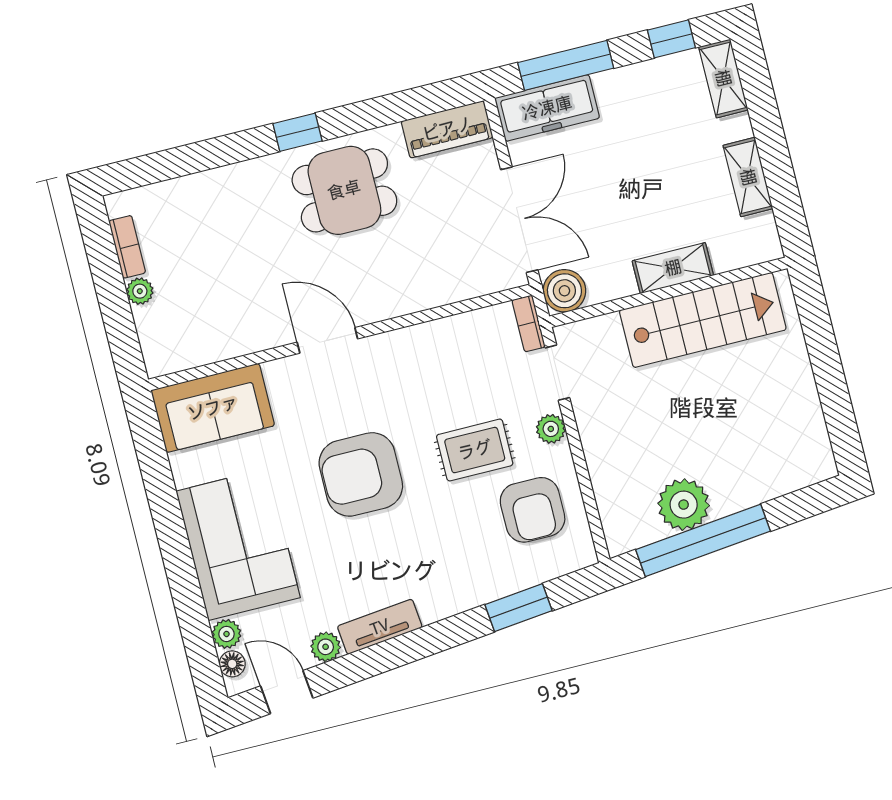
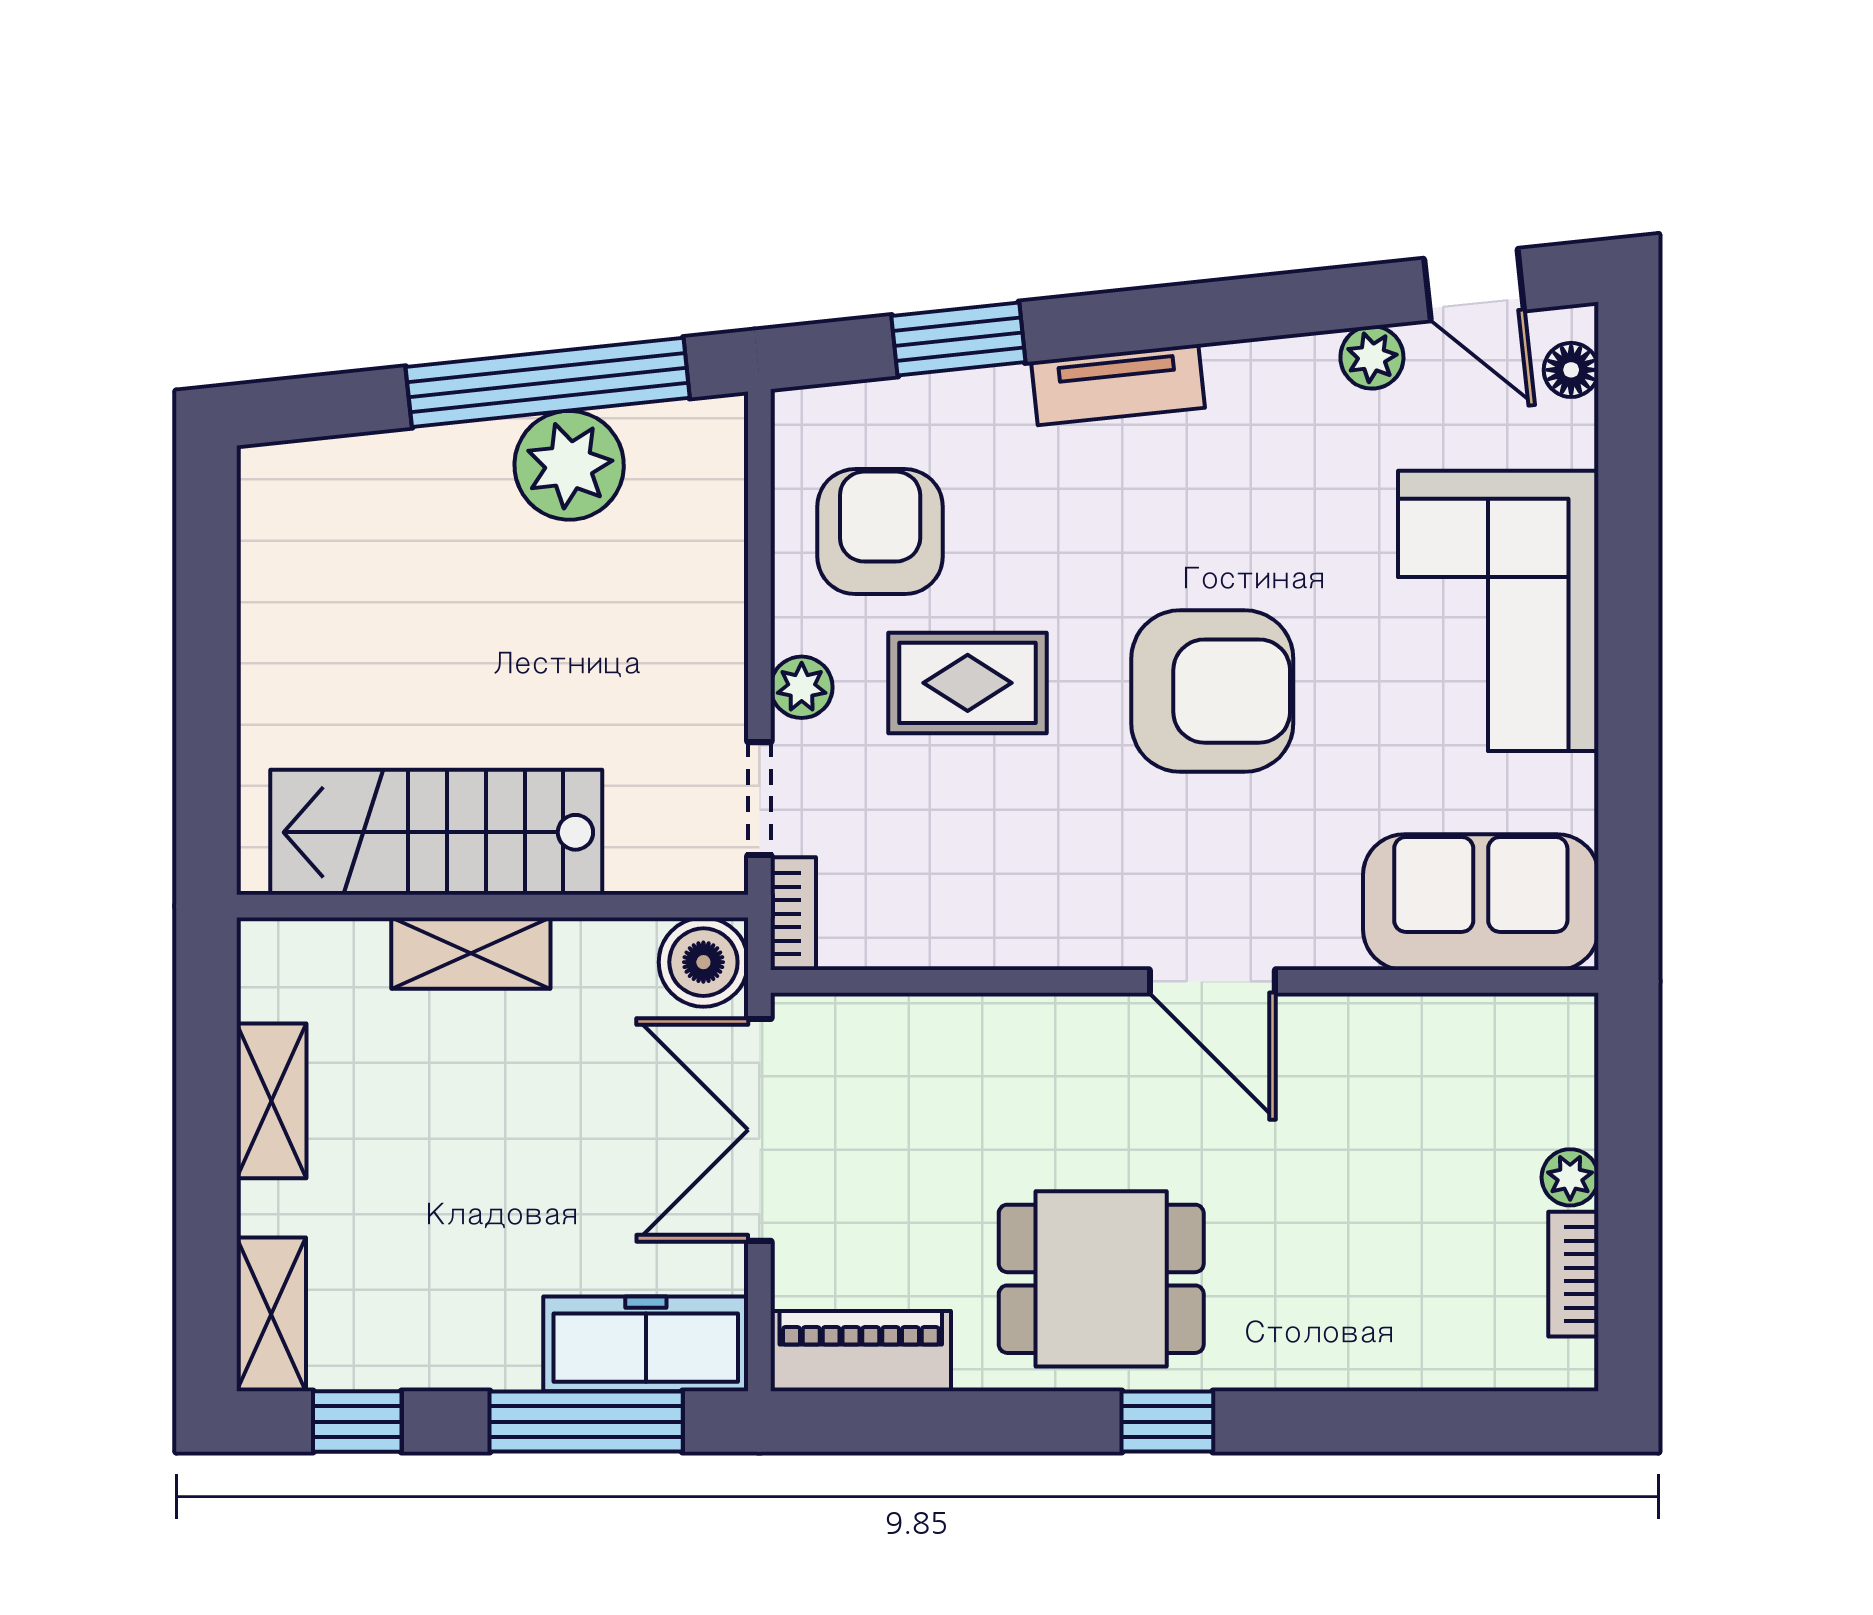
tv unit: (380, 627) -> (1118, 385), moved
plant: (226, 634) -> (1568, 434), removed

